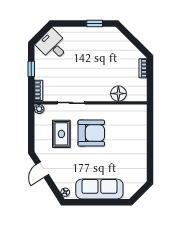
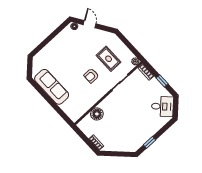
armchair: (91, 133) -> (91, 76), width x0.53, depth x0.53
door: (42, 170) -> (90, 24), moved
sofa: (99, 189) -> (52, 87), moved, turned -90

